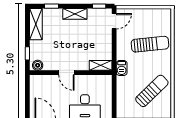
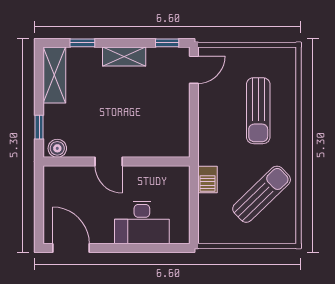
sun lounger: (150, 44) -> (258, 111), turned 96
shelving: (101, 65) -> (170, 148), removed
barbecue: (122, 68) -> (208, 179), moved

